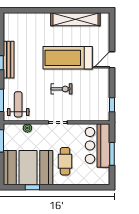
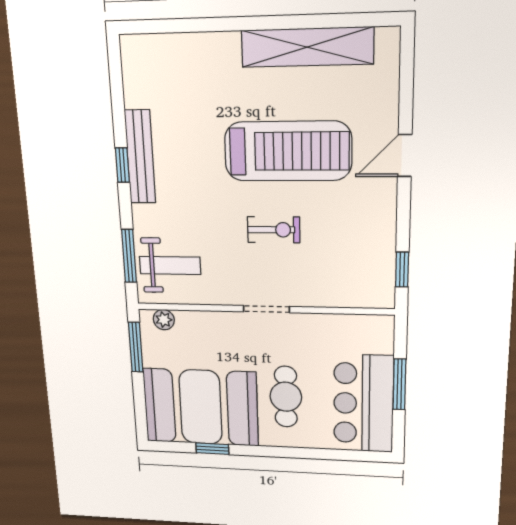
treadmill: (68, 58) -> (288, 151), turned 180
weight bench: (18, 104) -> (170, 265), turned 90
plant: (27, 128) -> (164, 320), moved
bar counter: (98, 145) -> (363, 404), moved

